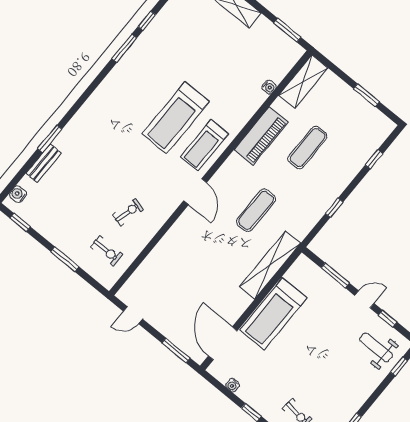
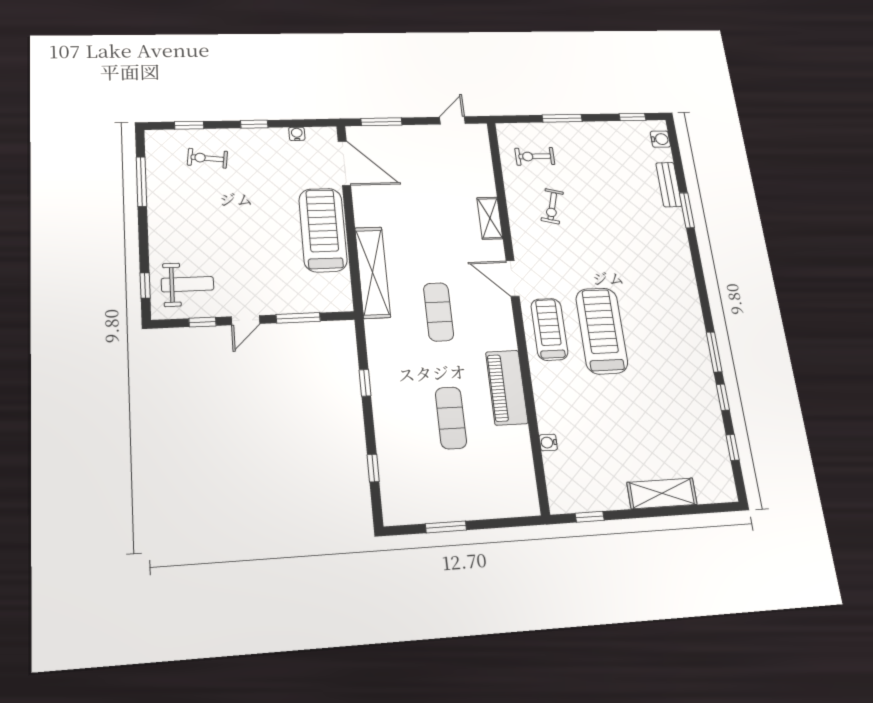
window: (287, 30) -> (590, 517), width x0.67
shelving: (303, 82) -> (490, 218), moved, width x0.67, depth x0.75

